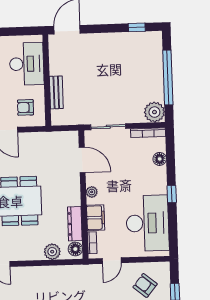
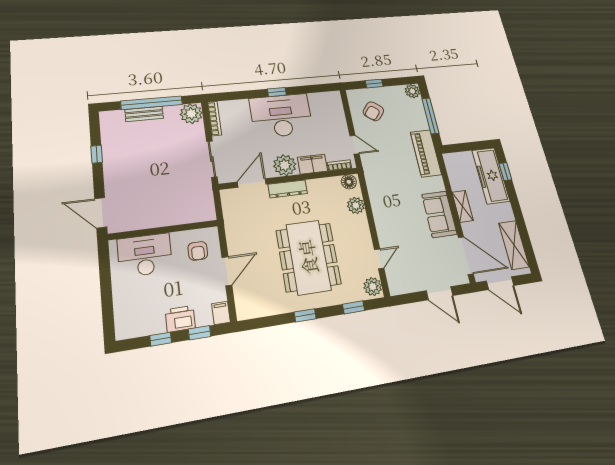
window: (137, 27) -> (97, 154), moved
bench: (56, 92) -> (144, 114), moved
floor lamp: (160, 159) -> (241, 106), removed
plant: (92, 192) -> (285, 165), width x1.88, depth x1.88
desk: (148, 223) -> (281, 116), moved
dresser: (75, 224) -> (288, 189), moved

